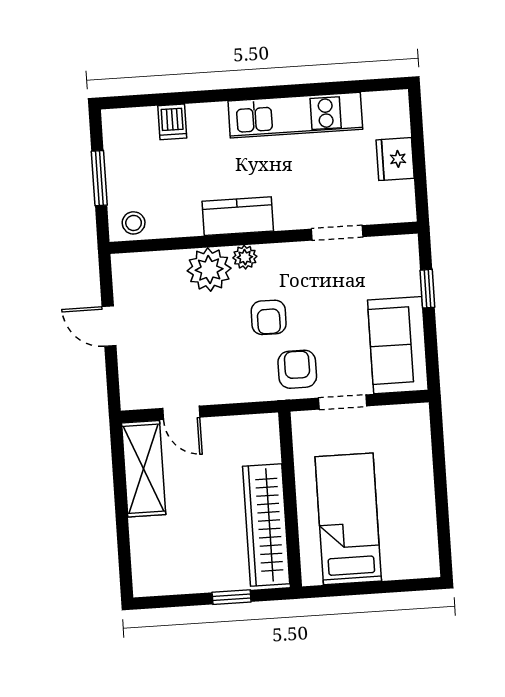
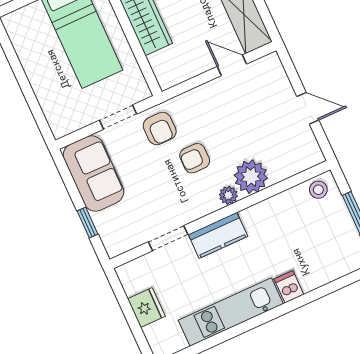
dishwasher: (172, 122) -> (289, 287), moved
kitchen counter: (238, 216) -> (218, 235), moved
armchair: (269, 317) -> (195, 158), turned -90

